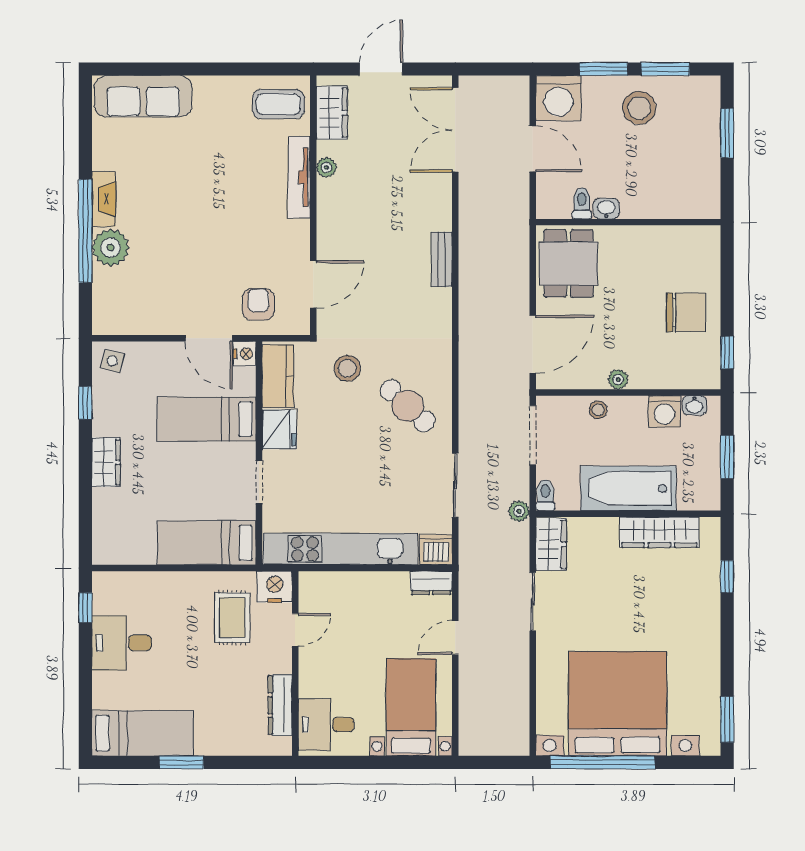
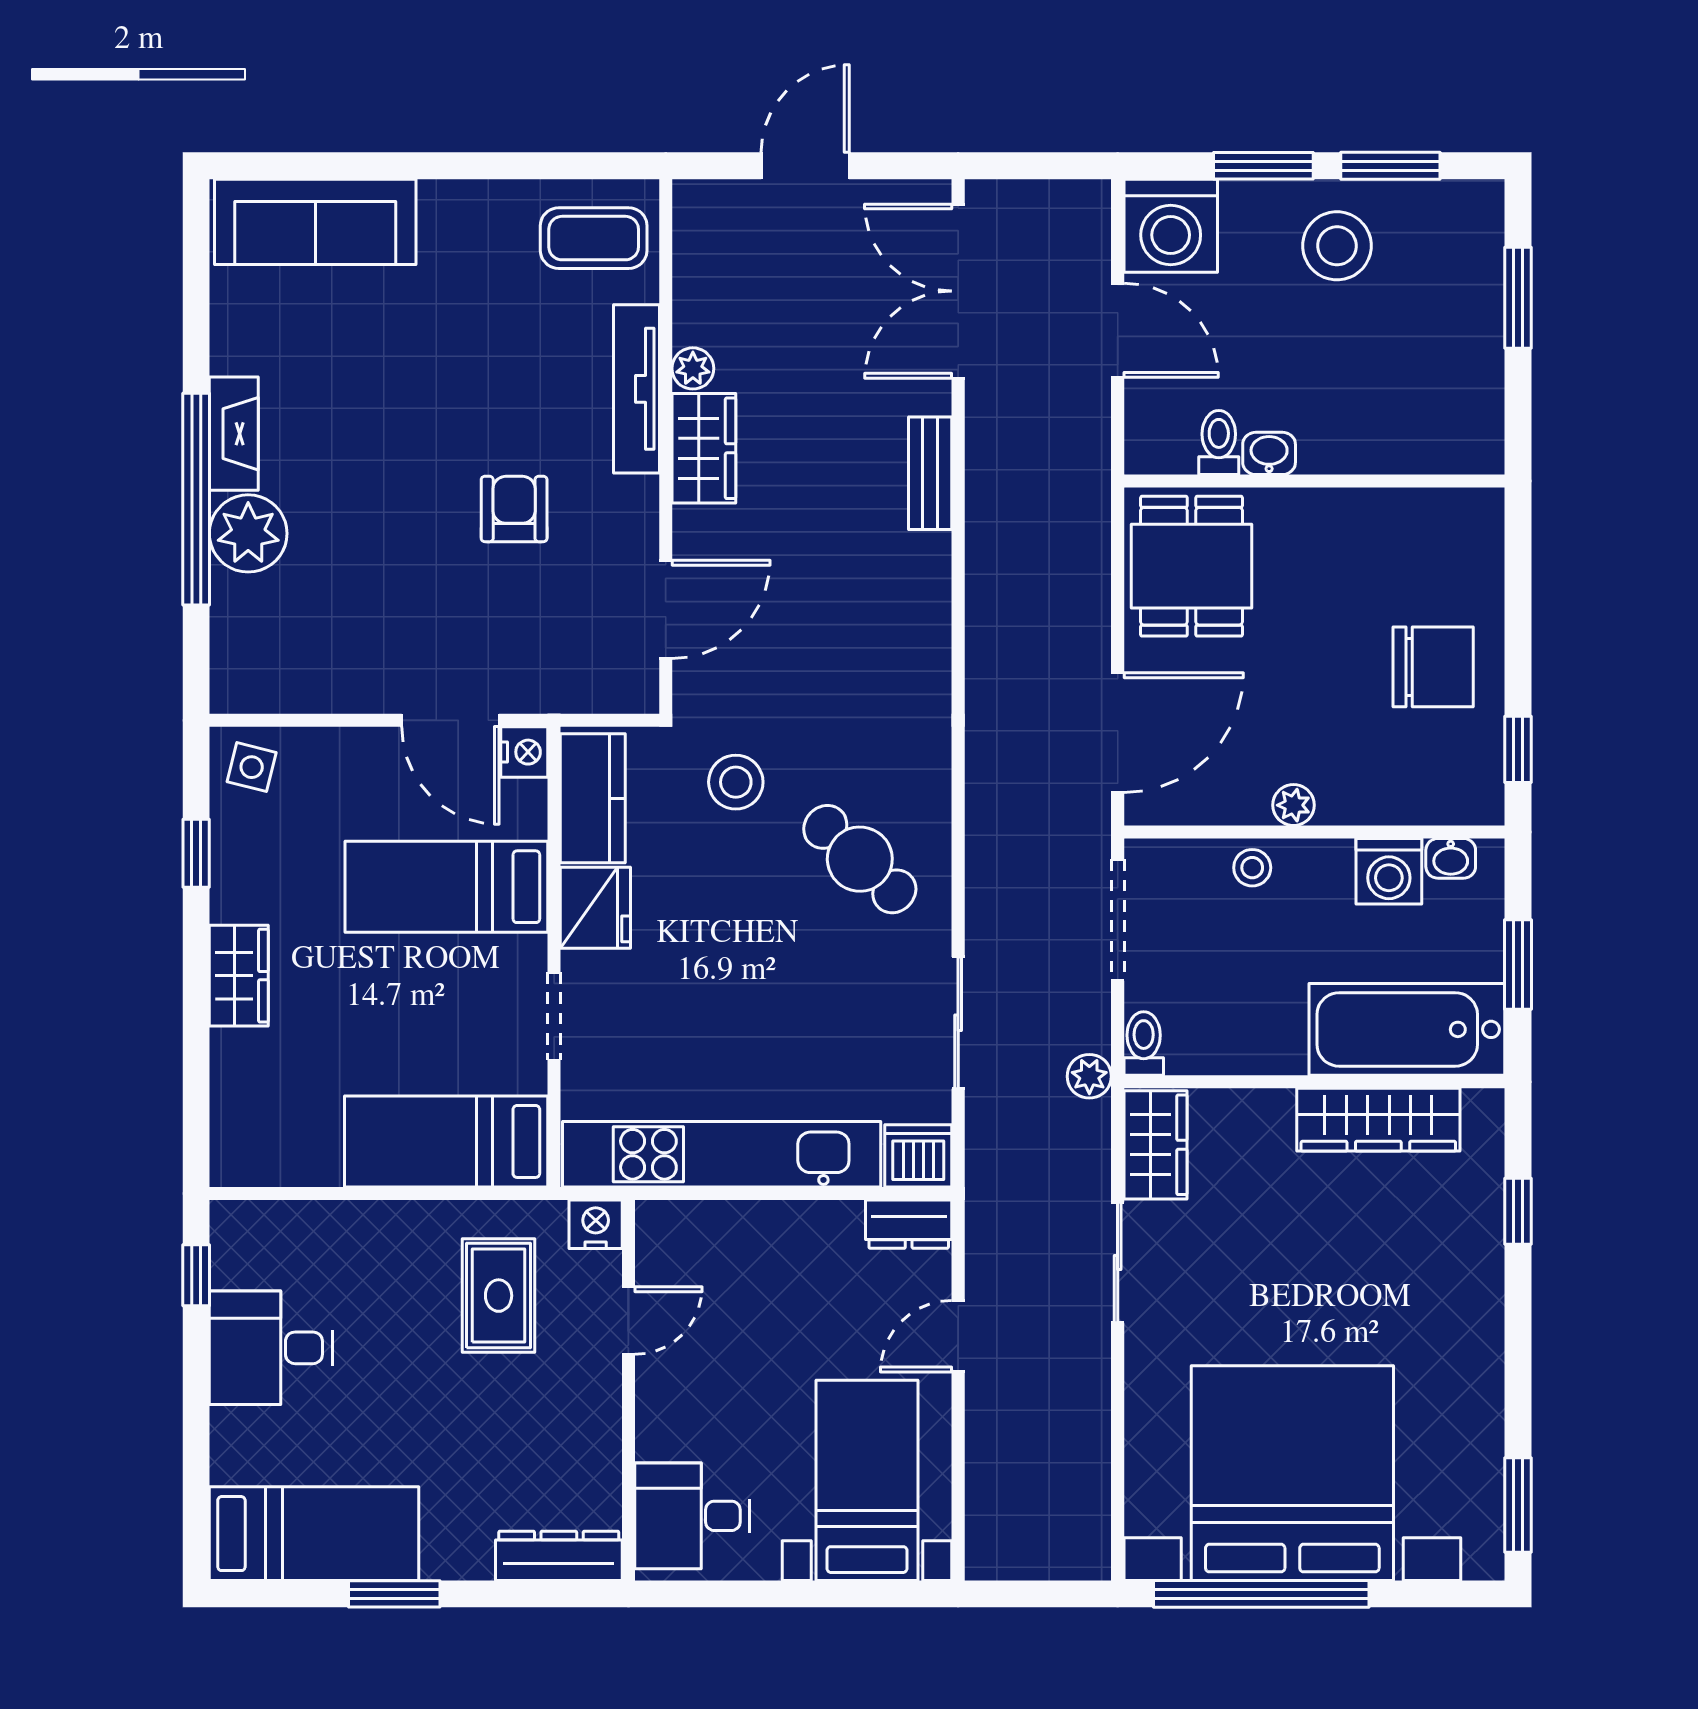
wardrobe: (332, 113) -> (704, 448), moved
bench: (442, 259) -> (930, 473), moved
armchair: (258, 304) -> (514, 509), moved
bathtub: (628, 488) -> (1407, 1029), moved
nightstand: (275, 587) -> (596, 1224), width x0.74, depth x0.75
dresser: (280, 705) -> (559, 1556), moved, turned 90

